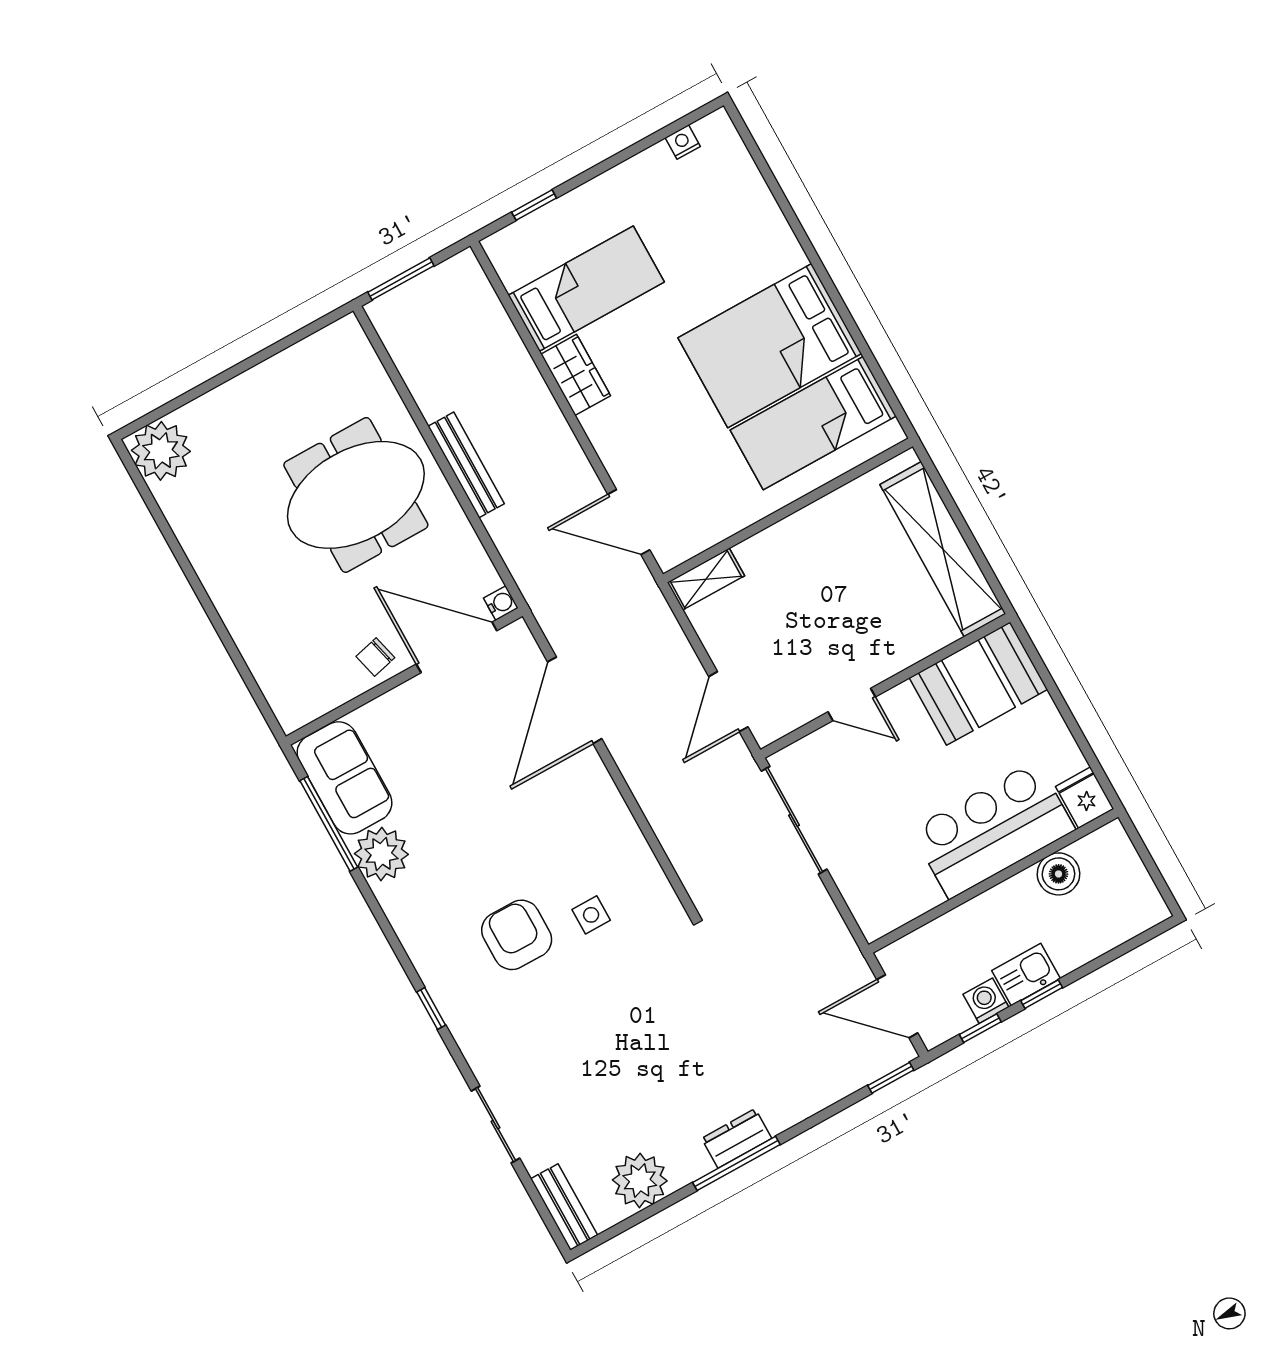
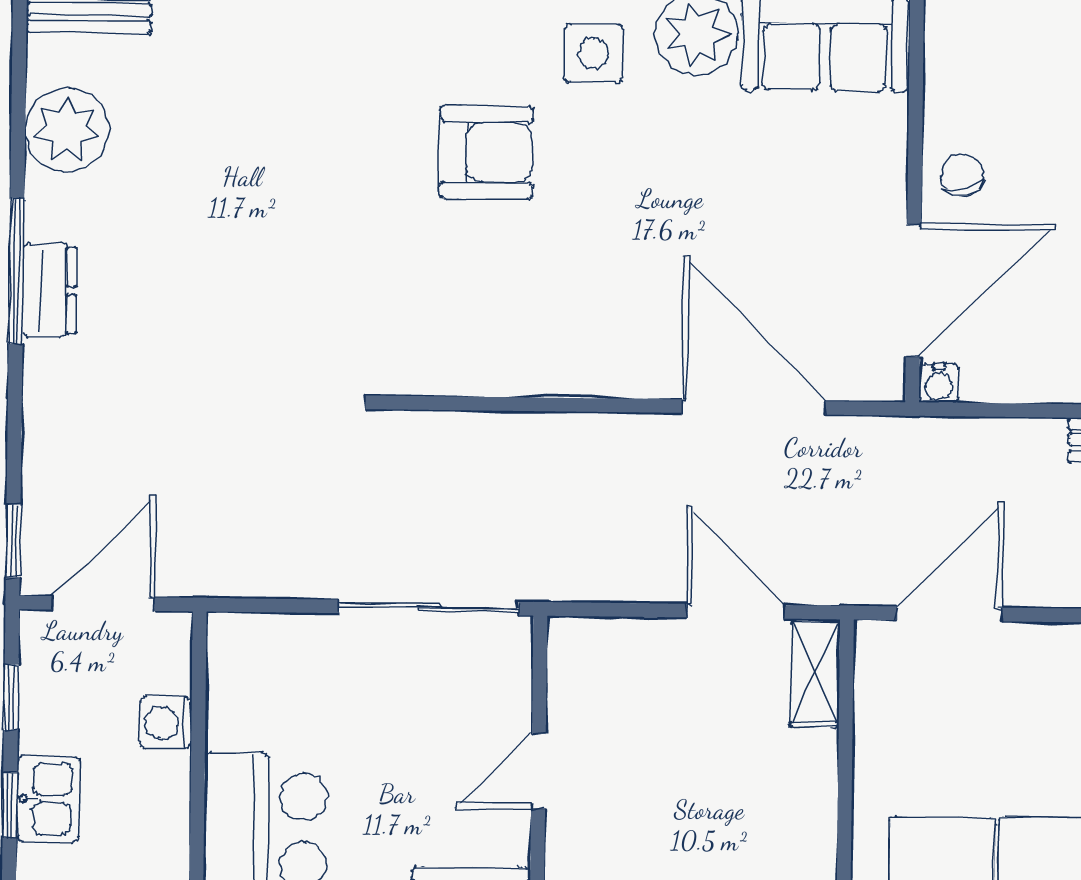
door: (728, 702) -> (736, 611), moved
side table: (591, 915) -> (593, 53), moved, width x1.37, depth x1.37
washing machine: (986, 1001) -> (166, 723), moved, turned 180

